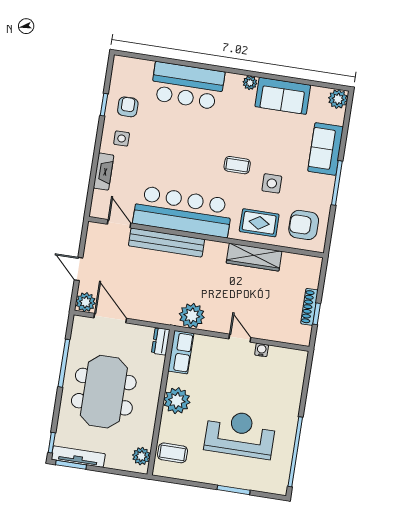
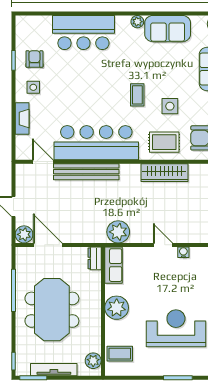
coffee table: (237, 165) -> (137, 95), turned 90
tv unit: (78, 457) -> (54, 370), moved

